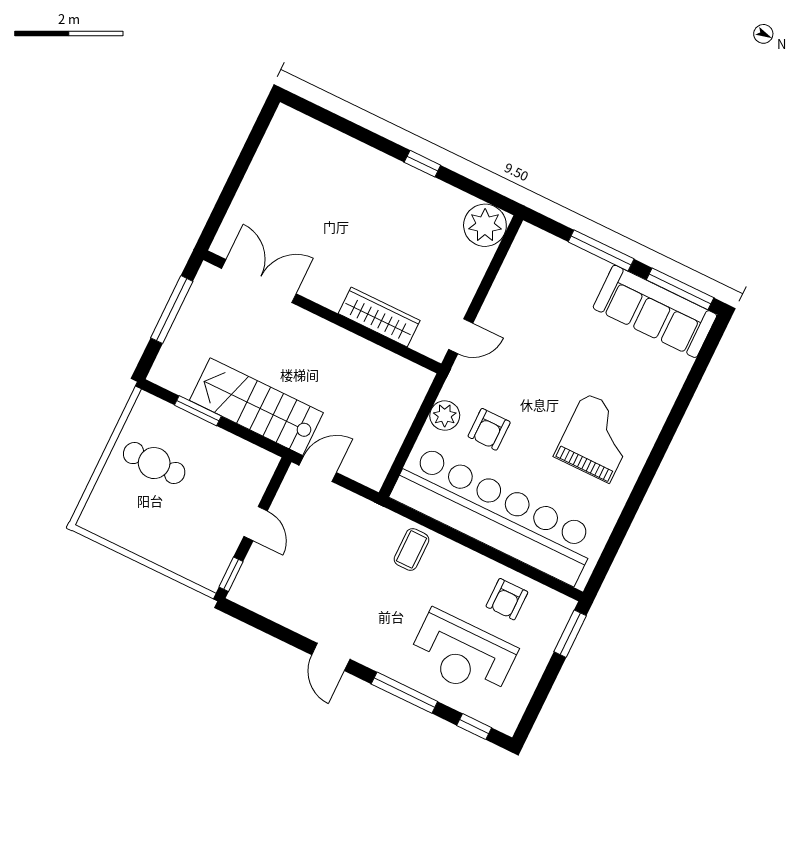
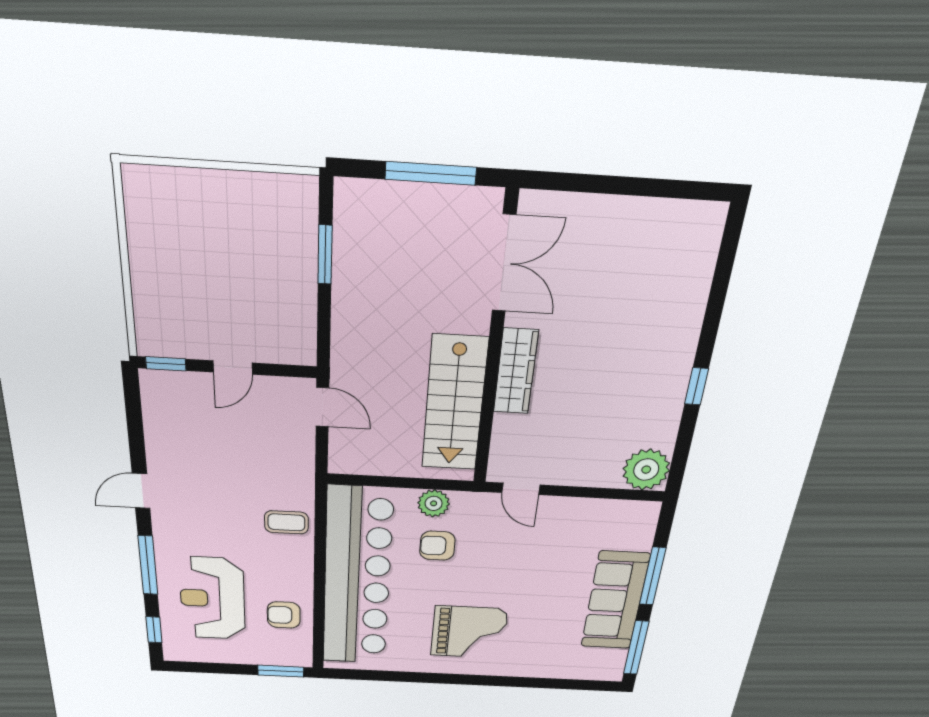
sofa: (655, 311) -> (615, 601), moved
wardrobe: (379, 317) -> (516, 371), moved
stairs: (256, 407) -> (454, 404), moved, turned 180
cafe table: (154, 463) -> (241, 229), removed

